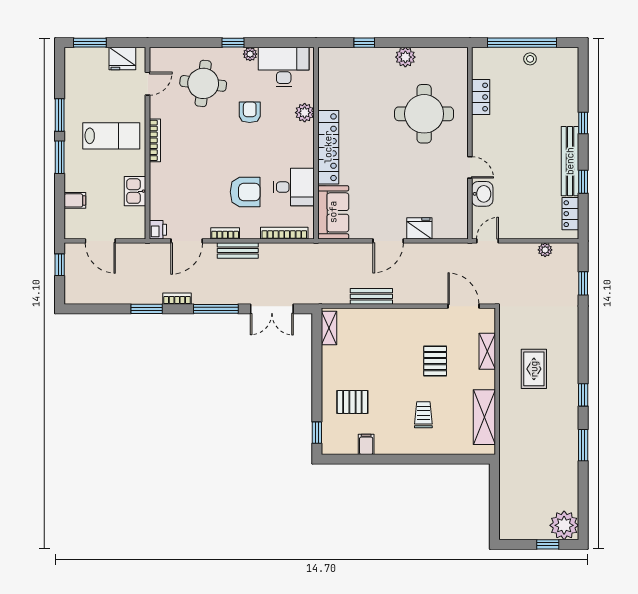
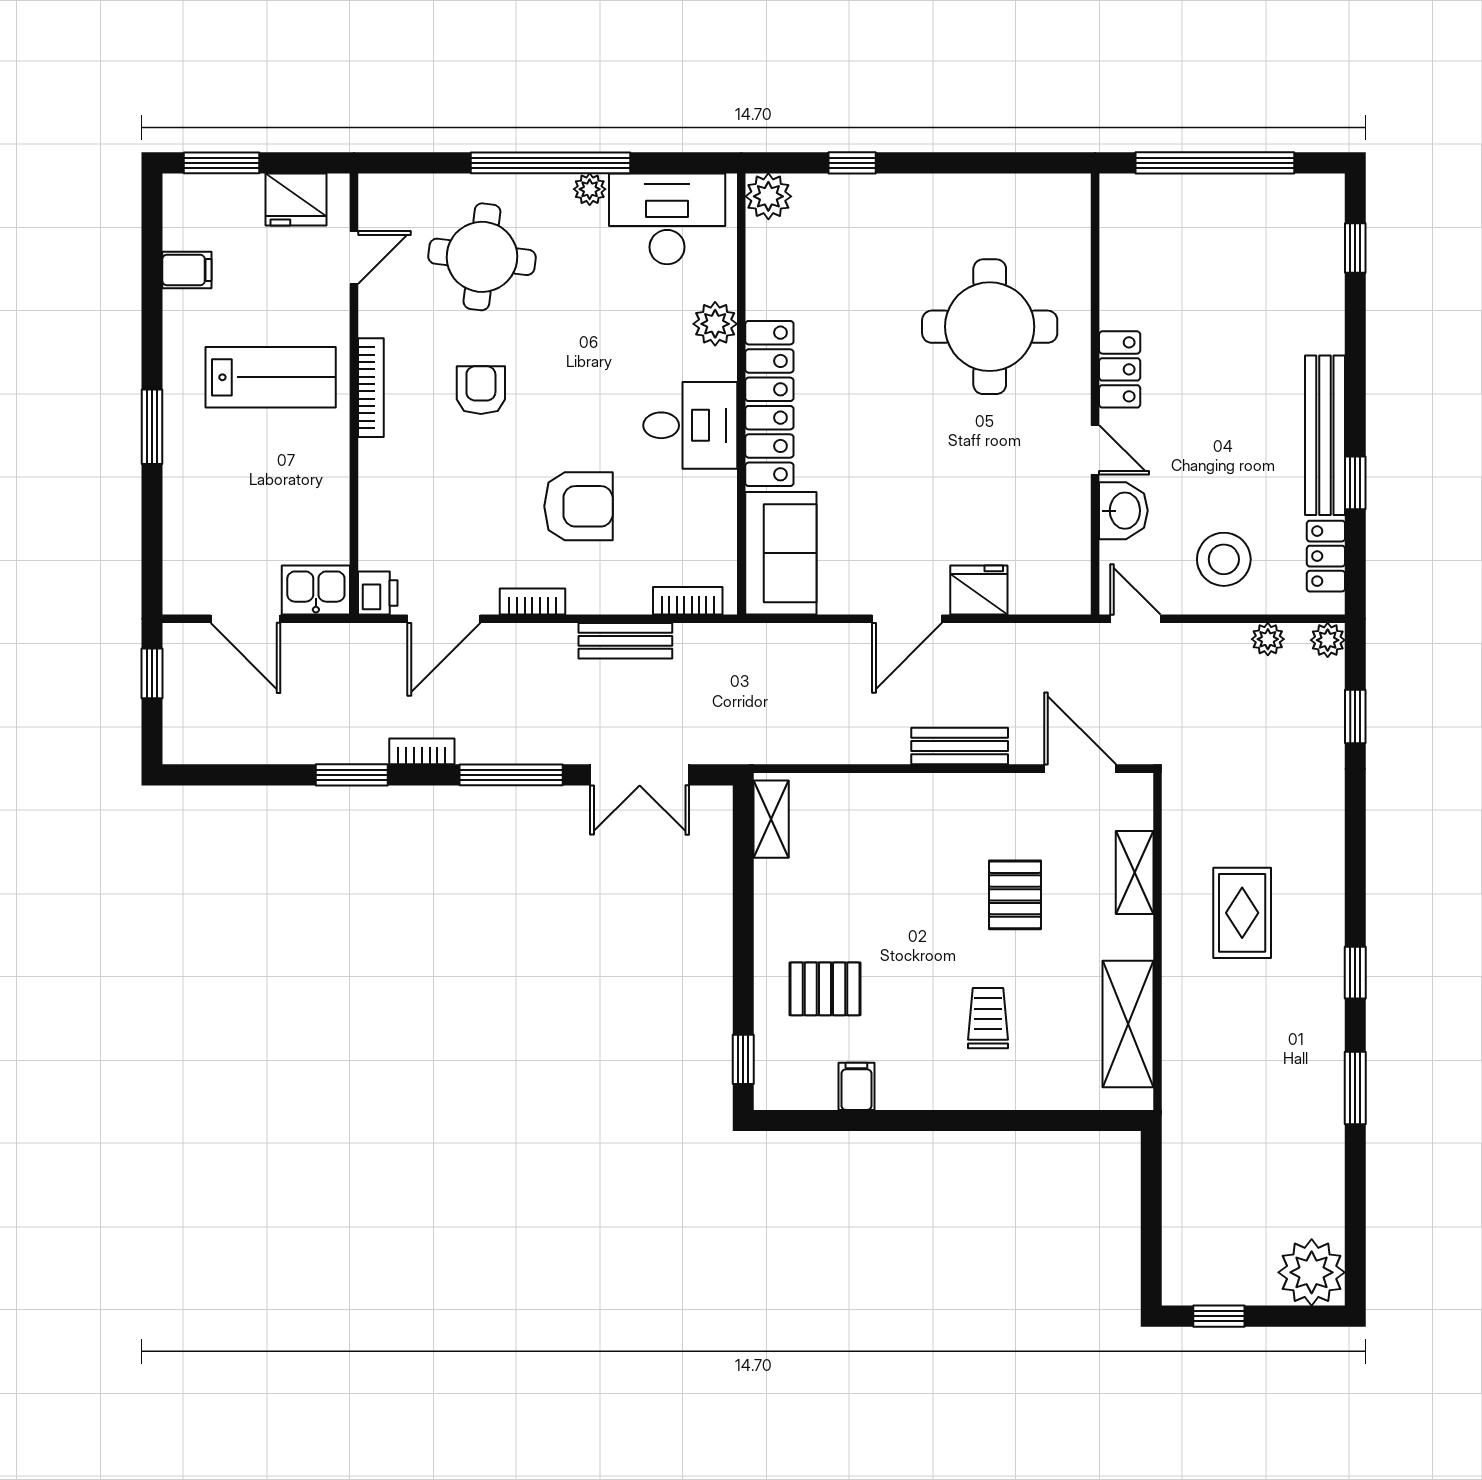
window: (233, 43) -> (550, 163), width x3.17
plant: (405, 57) -> (768, 196), moved
stool: (530, 59) -> (1224, 559), moved, width x1.89, depth x1.89
locker: (481, 97) -> (1120, 369), moved
armchair: (250, 112) -> (481, 390), moved
window: (60, 115) -> (152, 329), removed
window: (583, 123) -> (1355, 248), moved
desk: (294, 187) -> (690, 425), moved
kitchen sink: (135, 191) -> (316, 590), moved, turned 90
filing cabinet: (75, 200) -> (187, 270), moved
bookcase: (284, 233) -> (688, 601), width x0.64
door: (487, 241) -> (1135, 619), hinge flipped
bench: (238, 250) -> (625, 641), moved
plant: (571, 250) -> (1328, 640), added
bench: (371, 296) -> (960, 746), moved
window: (548, 544) -> (1219, 1316), moved

